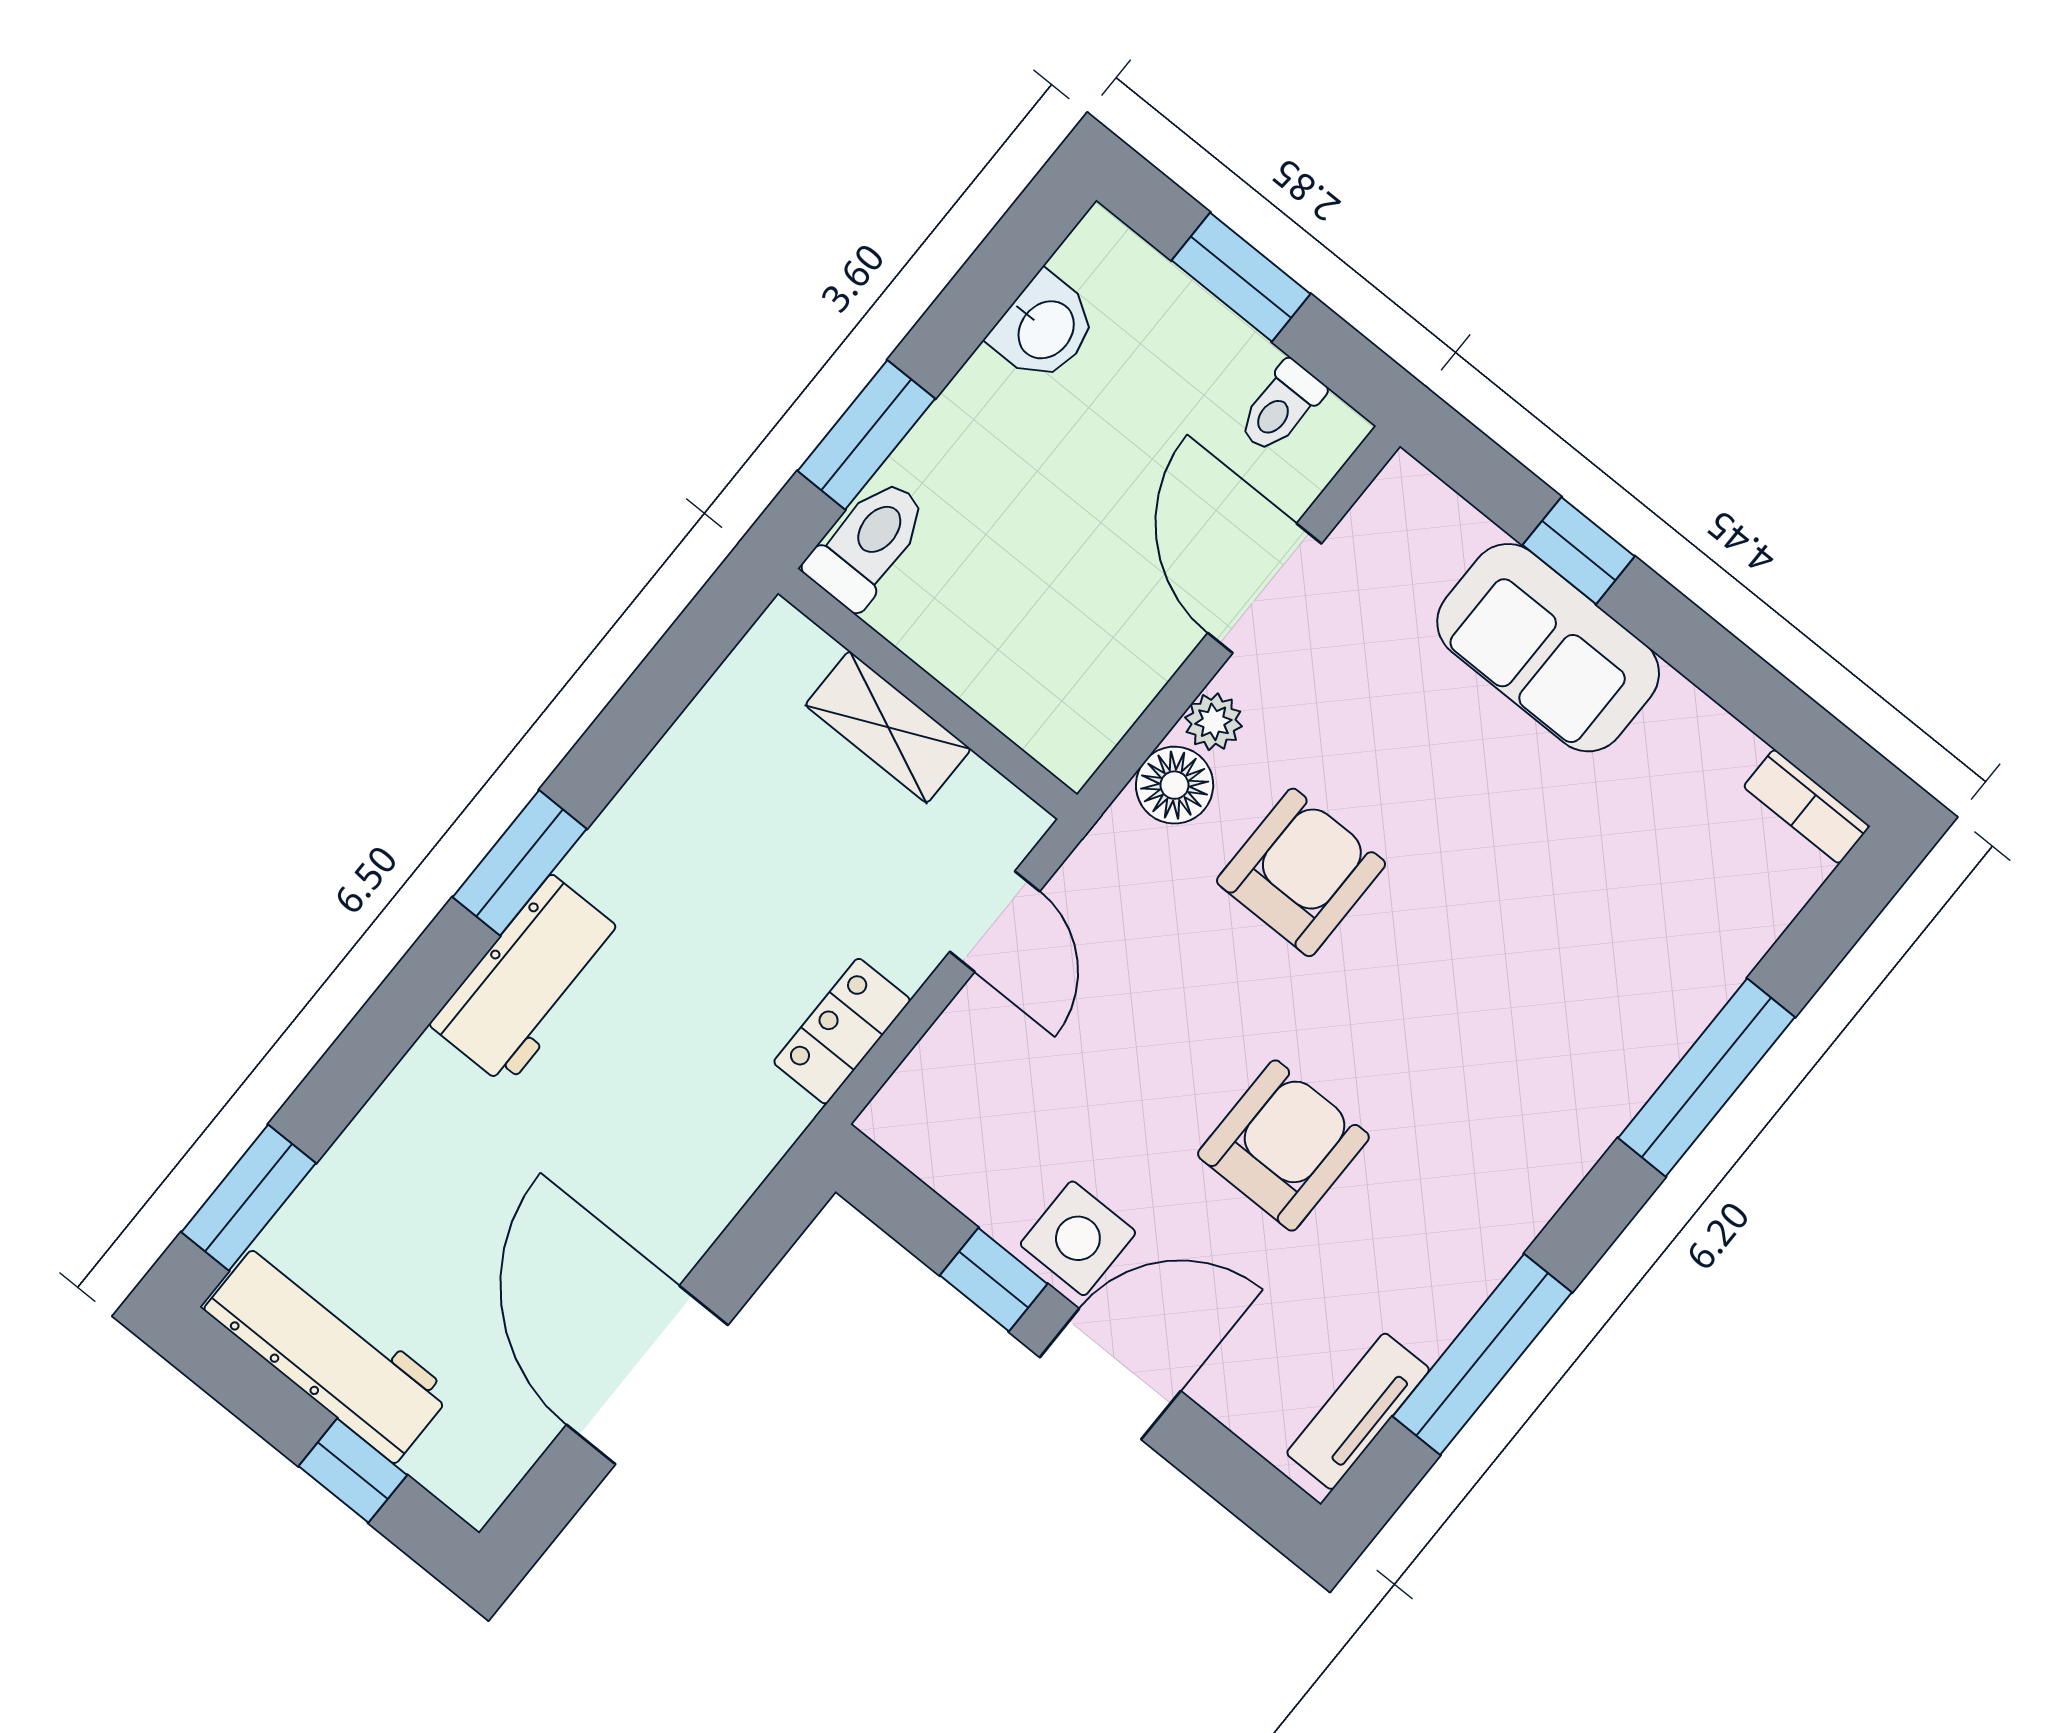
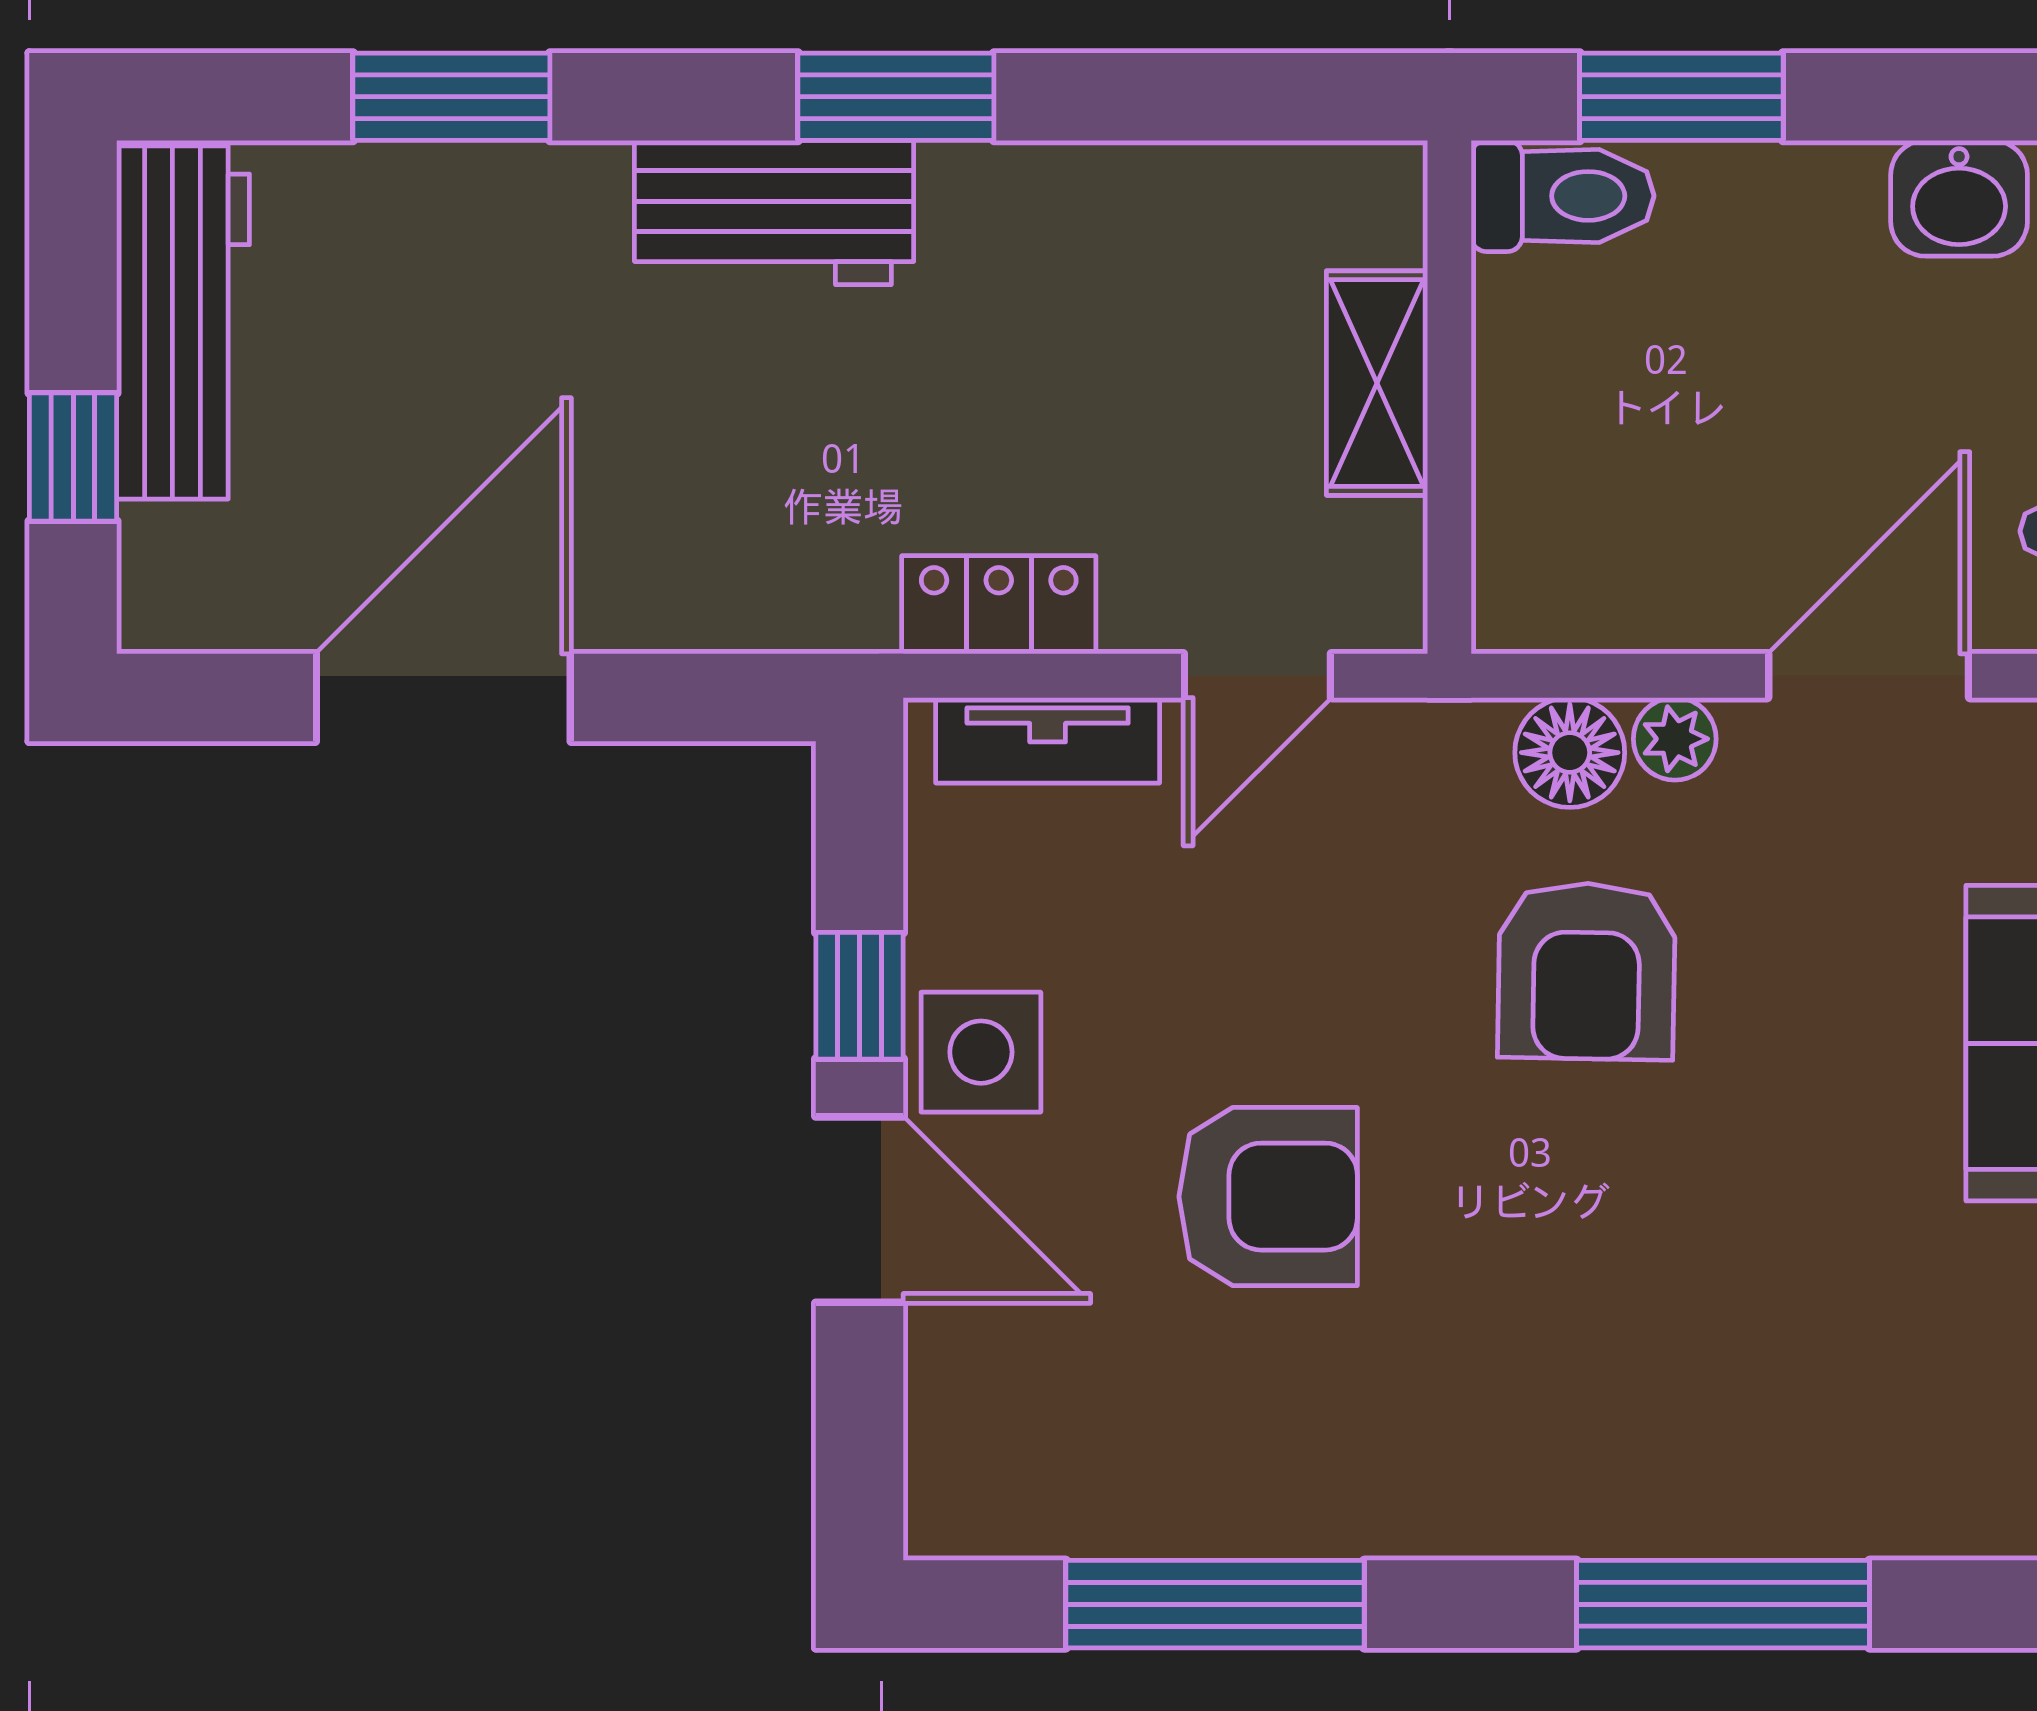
armchair: (1301, 872) -> (1587, 971), turned 91
window: (249, 1198) -> (451, 97), moved
tv unit: (1358, 1411) -> (1048, 740), moved, turned 180

